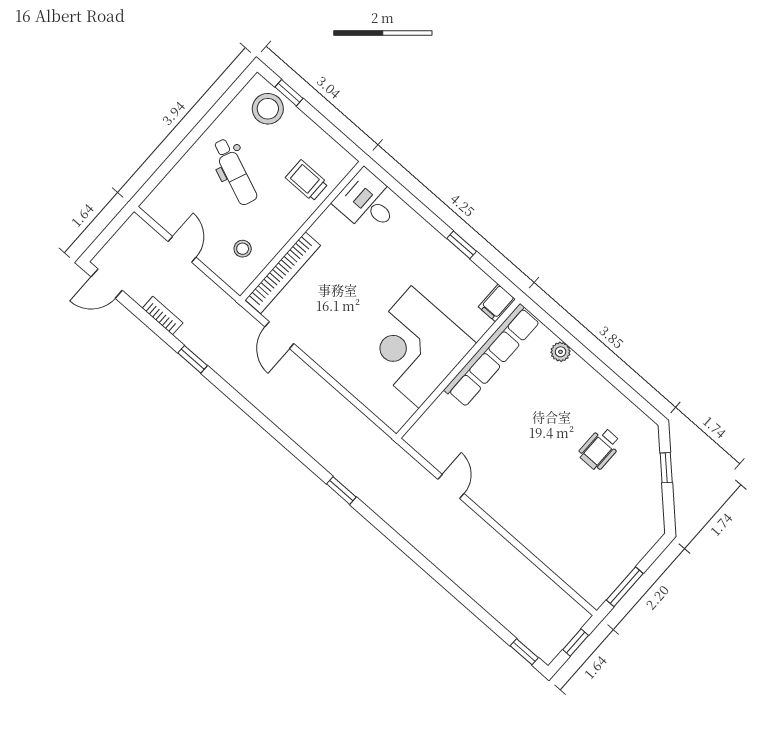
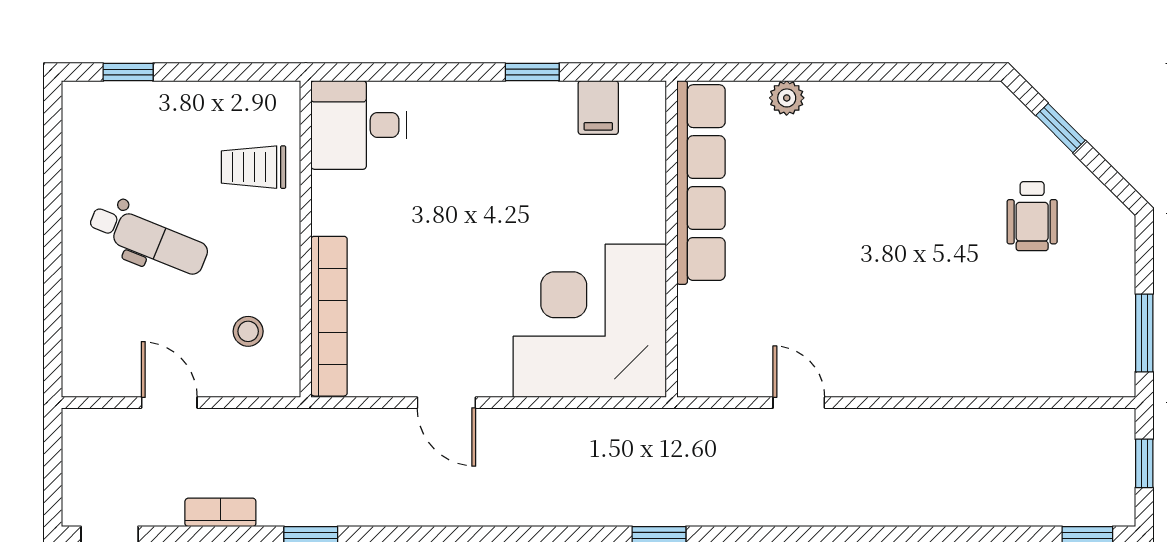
stool: (268, 109) -> (119, 118), removed
filing cabinet: (497, 303) -> (598, 108), moved
door: (279, 335) -> (446, 403), moved
corner desk: (415, 347) -> (590, 321), moved, turned 90
wheelchair: (600, 449) -> (1032, 216), moved

